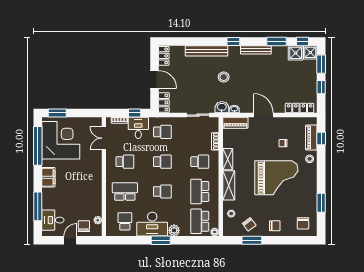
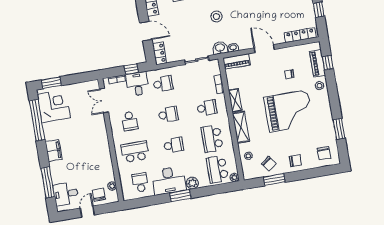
corner desk: (61, 140) -> (54, 106), width x0.74, depth x0.74
school desk: (125, 162) -> (130, 121), turned 90

